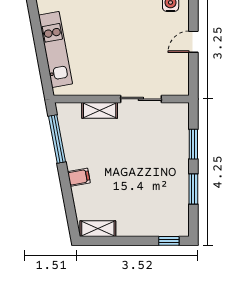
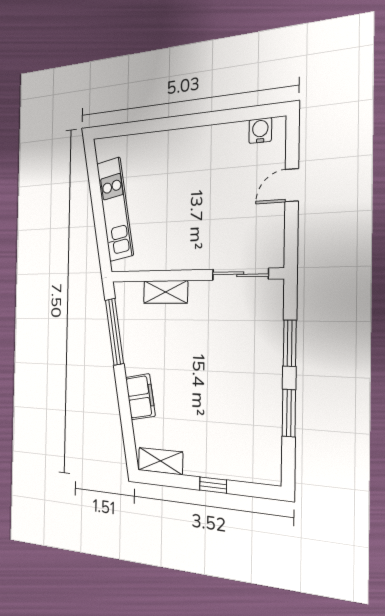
sliding door: (141, 99) -> (240, 274), moved
filing cabinet: (79, 177) -> (140, 397), width x2.00
window: (169, 241) -> (213, 485), moved

